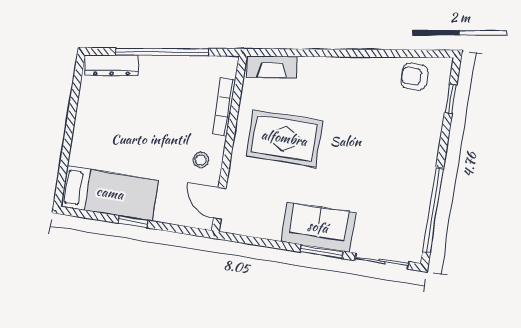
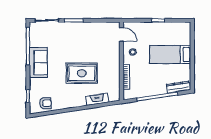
fireplace: (272, 67) -> (97, 99), moved
rug: (284, 138) -> (82, 73), moved
bed: (110, 193) -> (170, 55), moved
sofa: (318, 227) -> (38, 63), moved, turned -90

